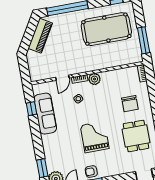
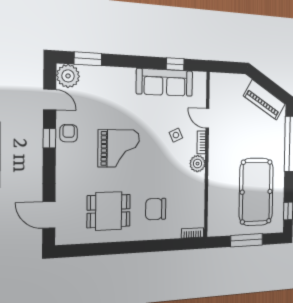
window: (144, 40) -> (247, 240), moved

